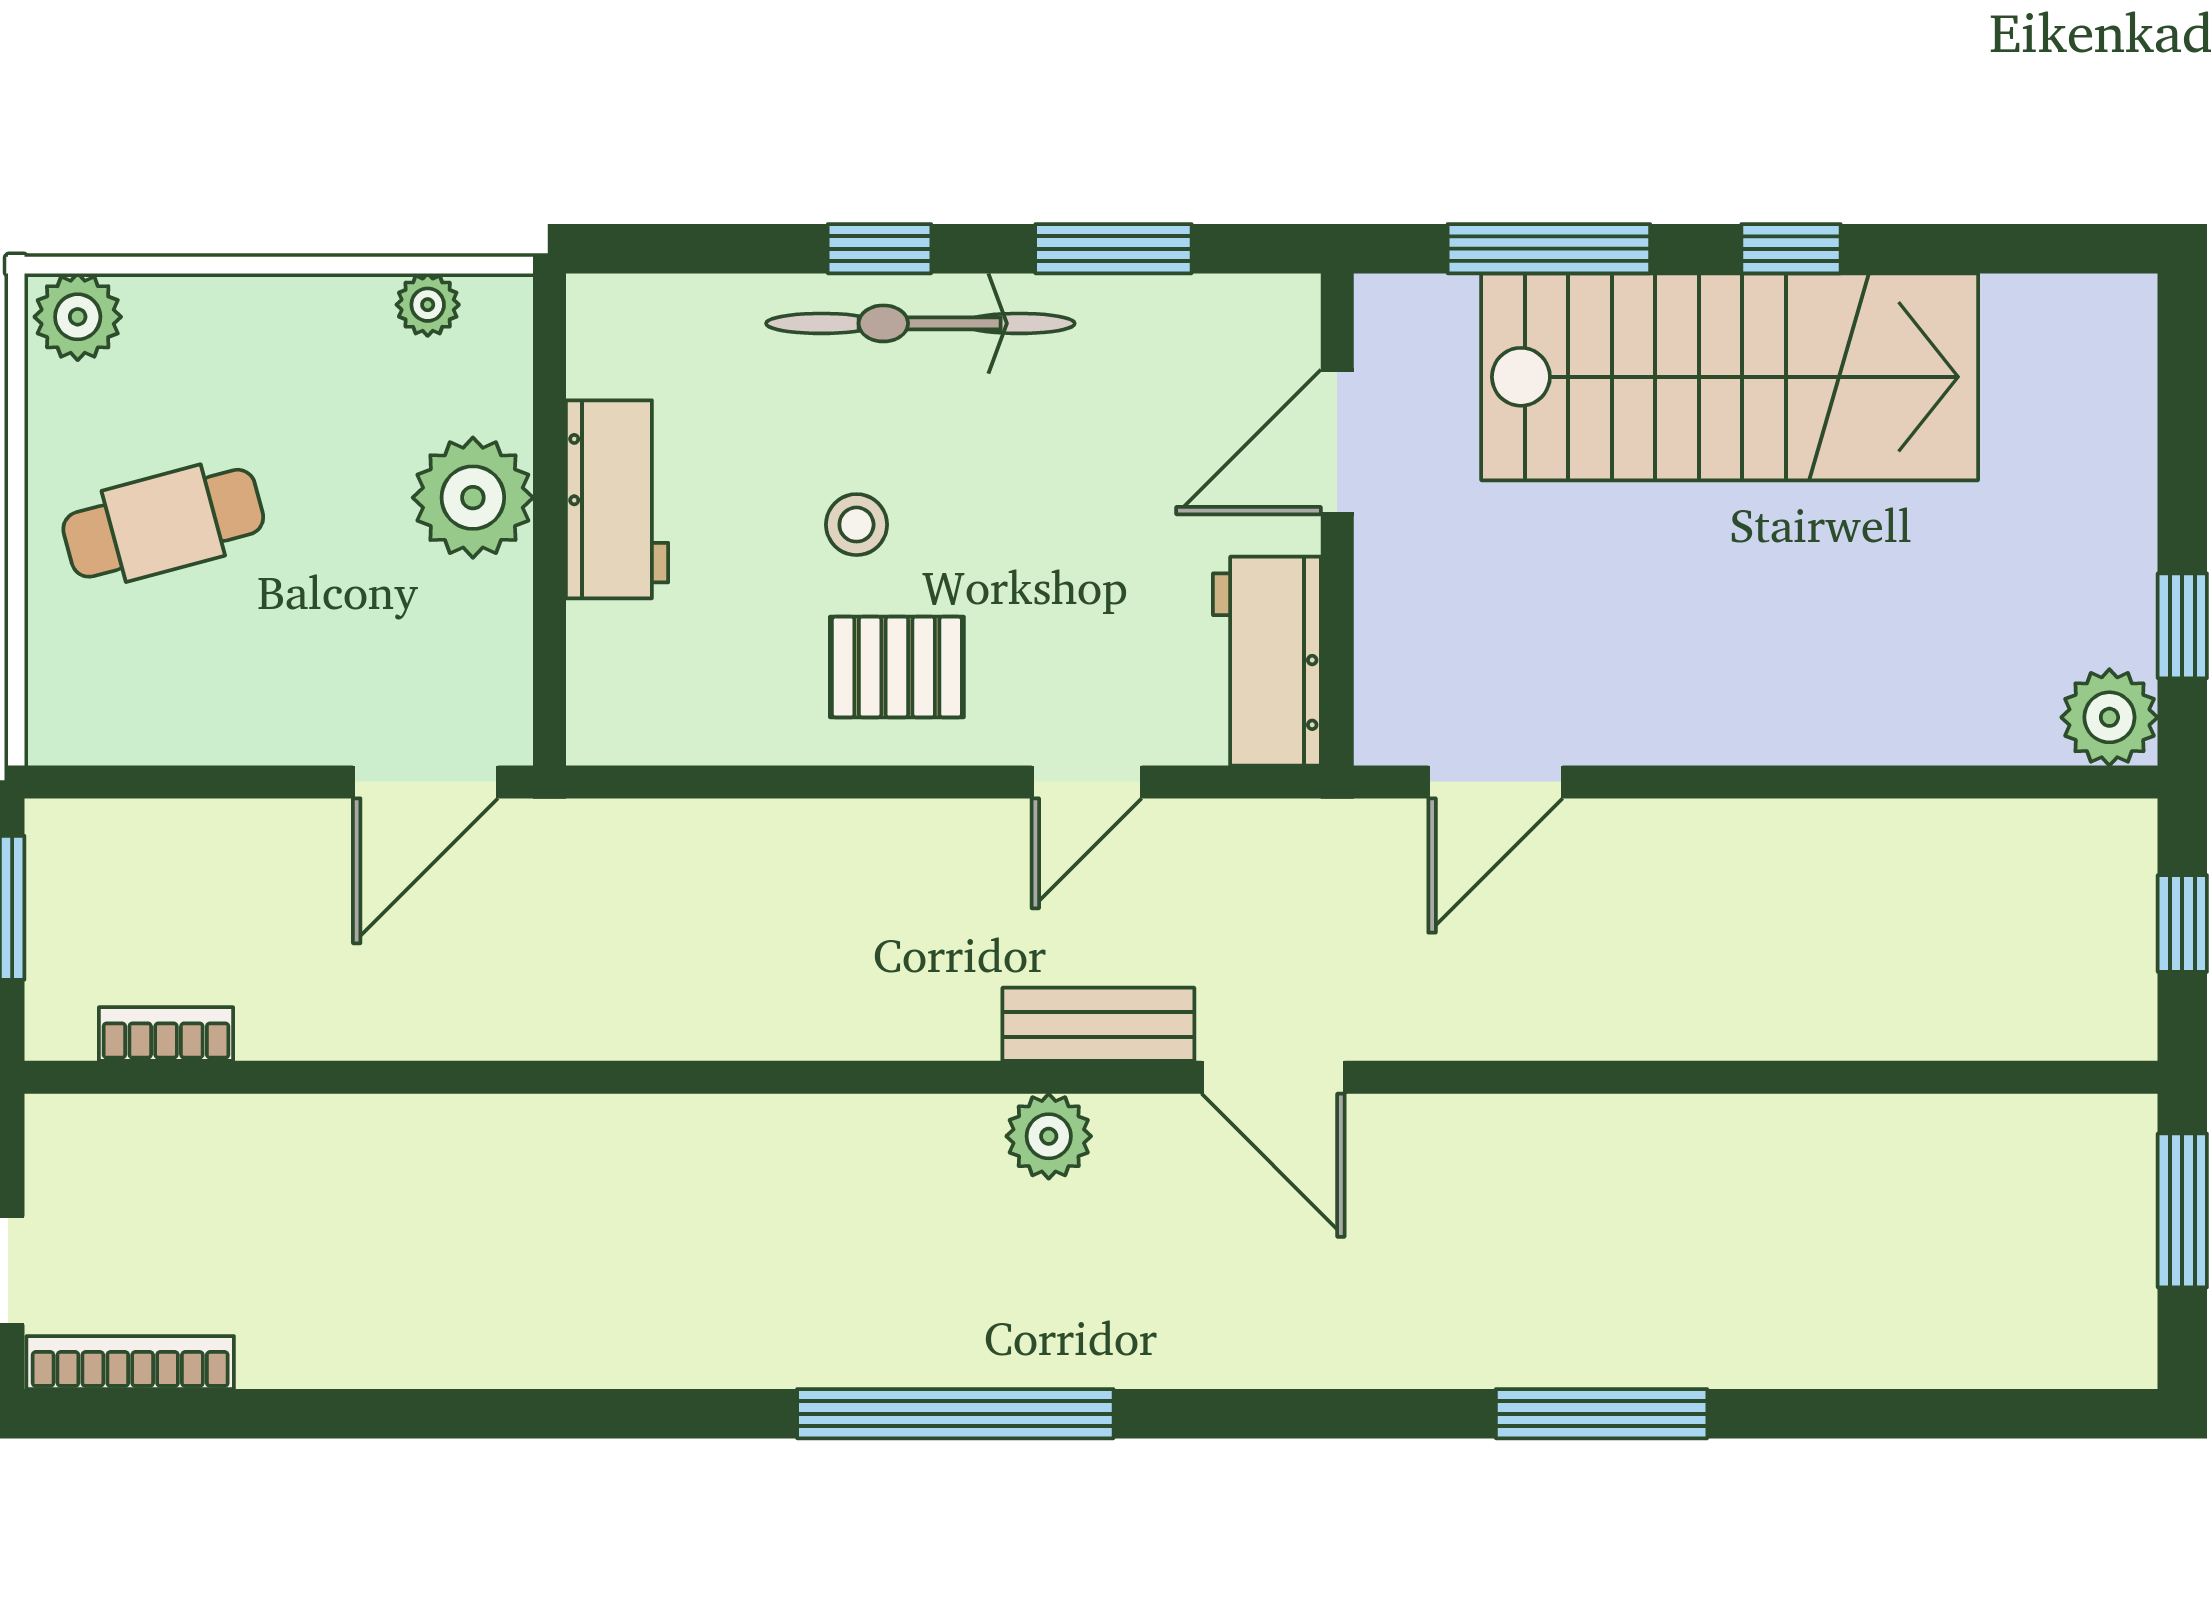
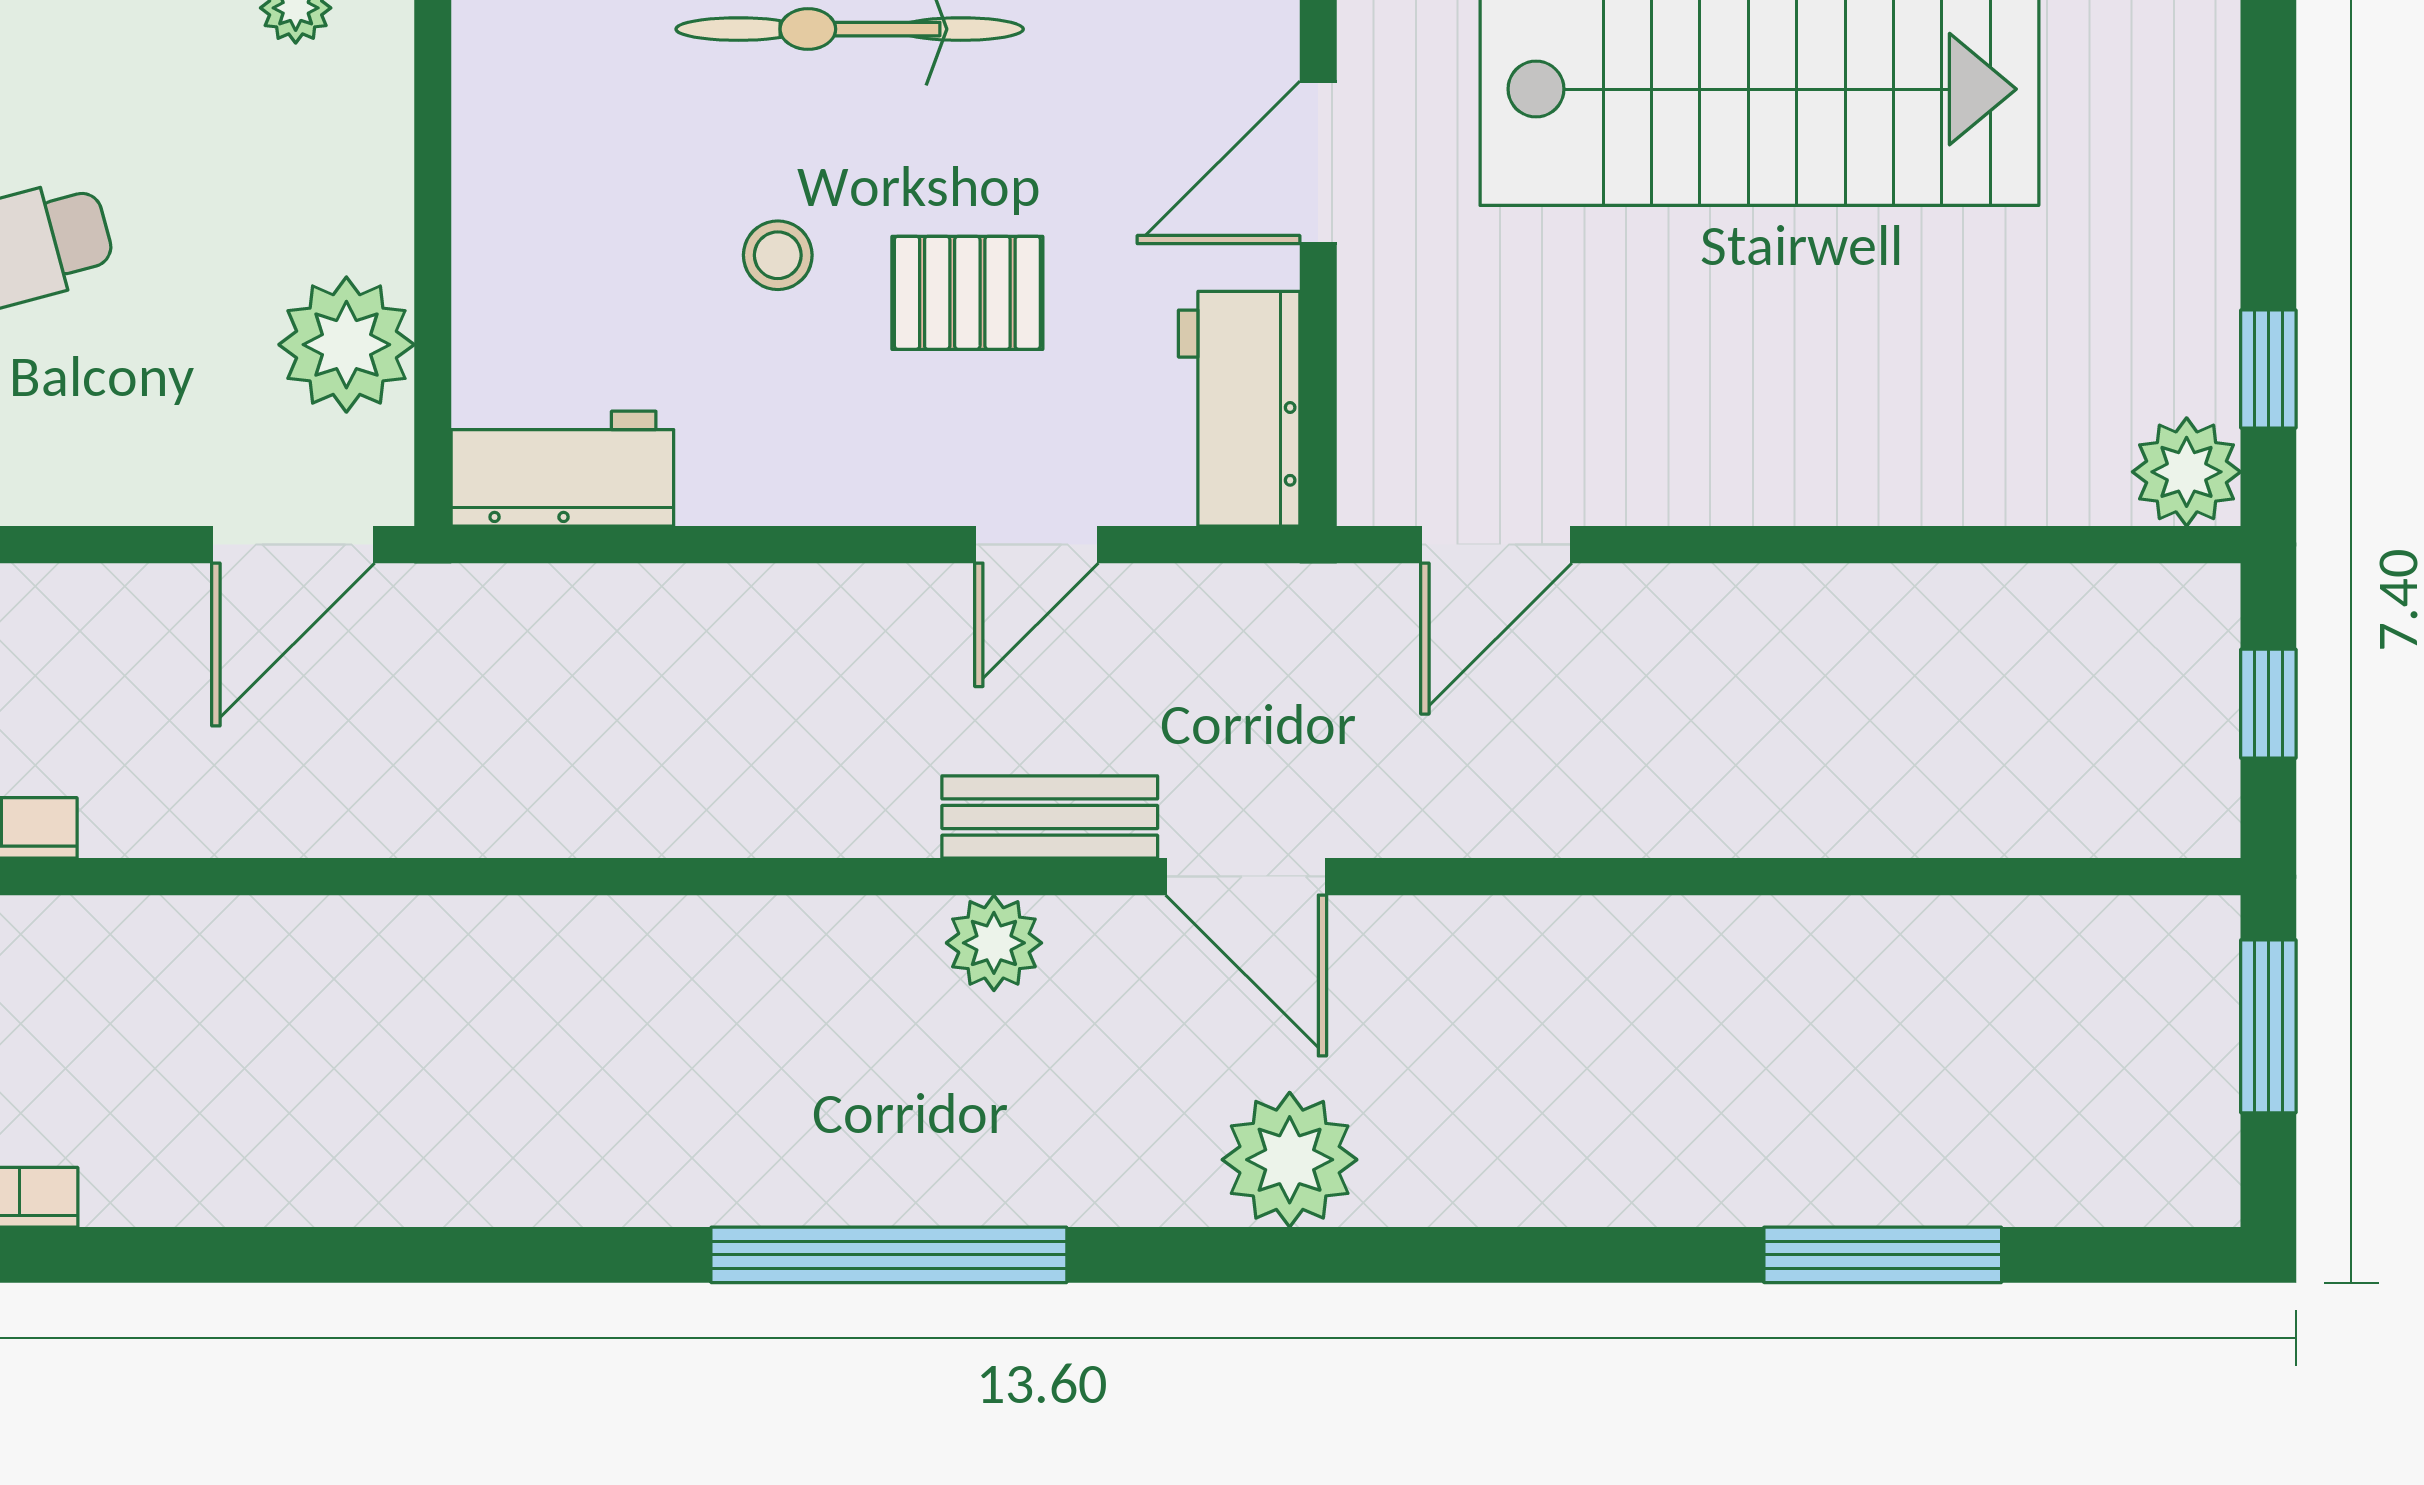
plant: (473, 498) -> (346, 345), moved
workbench: (617, 499) -> (562, 469), moved, turned -90
pallet: (897, 667) -> (967, 293), moved
plant: (1312, 1329) -> (1290, 1160), added
window: (1602, 1414) -> (1883, 1255), moved

